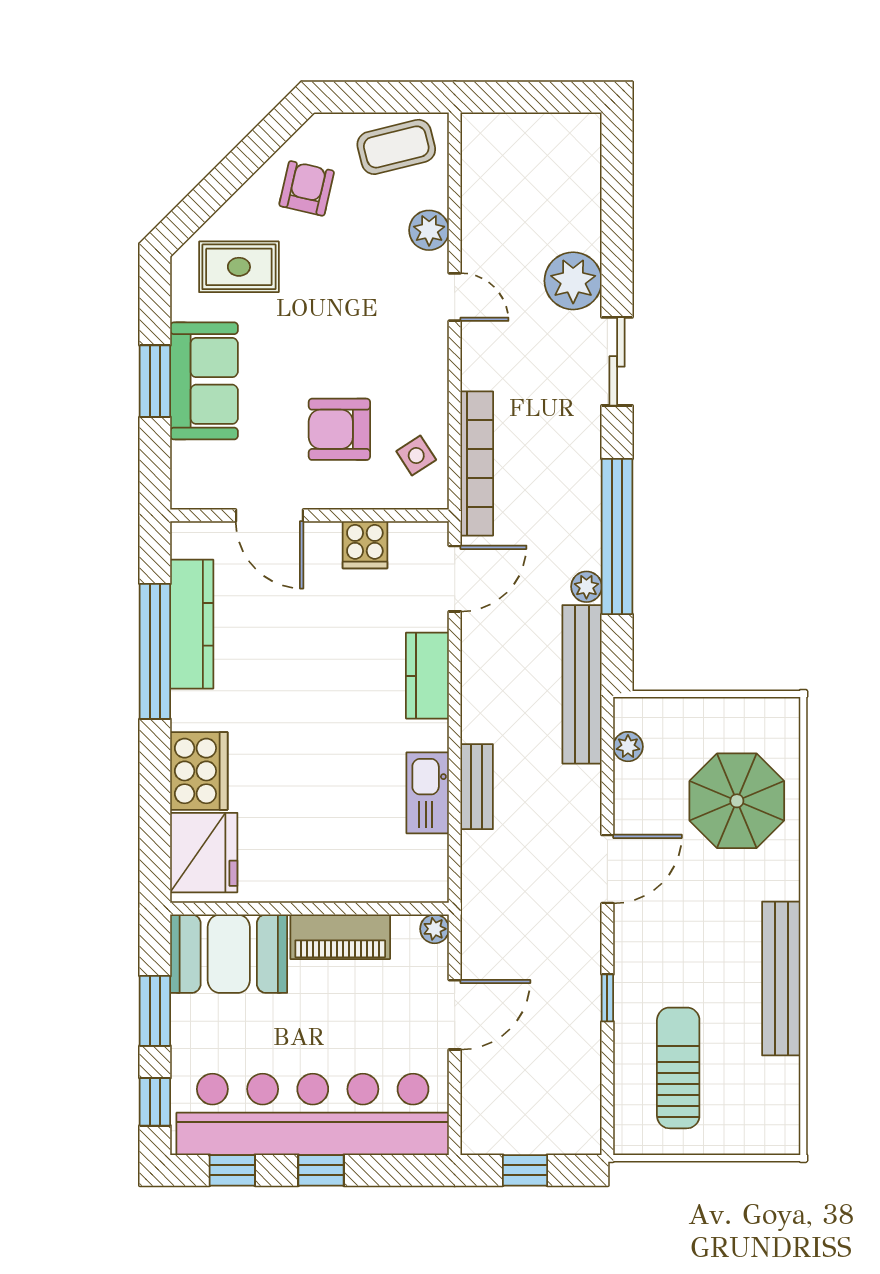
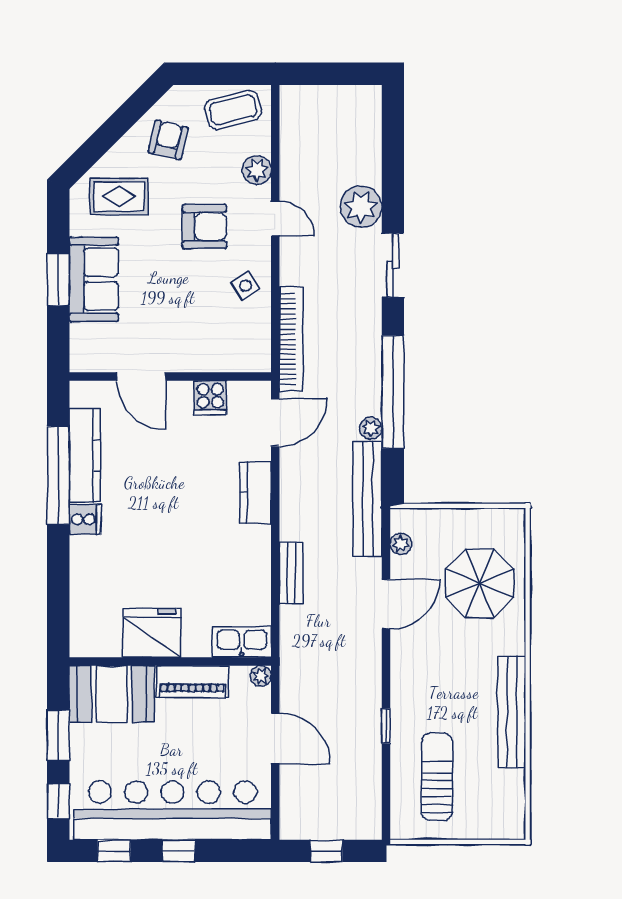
armchair: (339, 429) -> (204, 227), moved, turned 180
side table: (416, 456) -> (245, 286), moved
cooker: (199, 771) -> (85, 519), moved, width x0.53, depth x0.76
kitchen sink: (428, 793) -> (242, 642), moved, turned 90
fridge: (204, 853) -> (152, 633), moved, turned -90
door: (607, 869) -> (386, 604), moved
door: (455, 1015) -> (275, 738), hinge flipped

